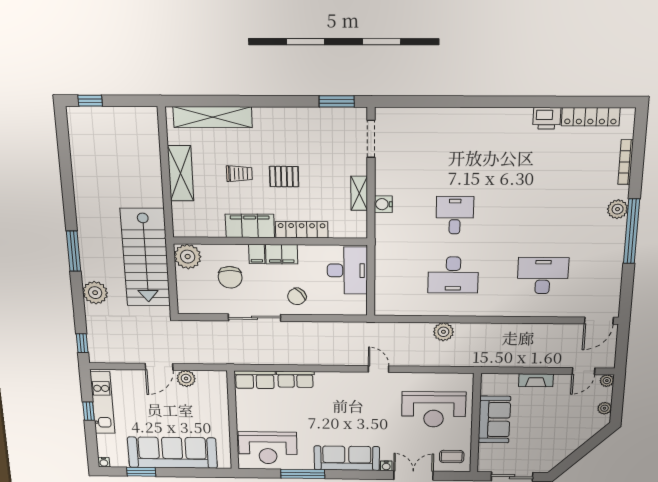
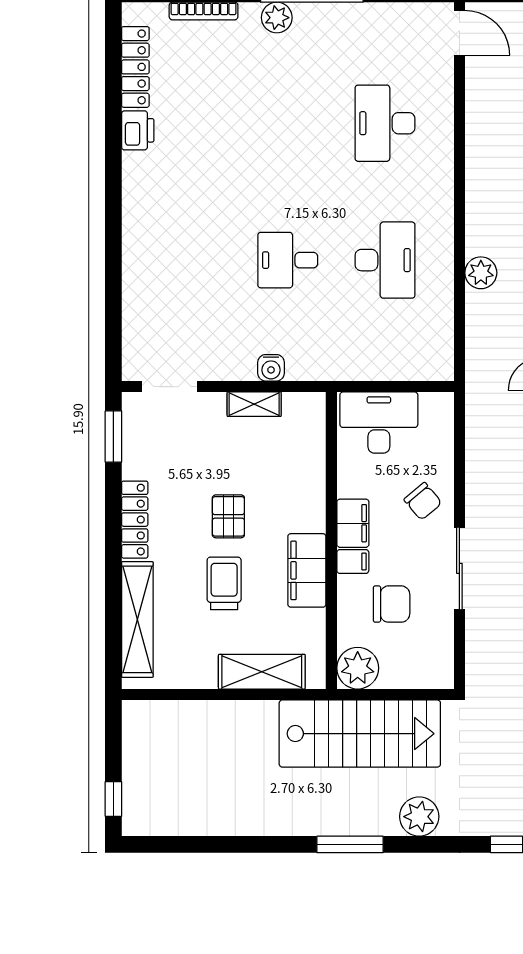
shelving: (181, 173) -> (262, 672), moved
trolley: (239, 174) -> (224, 583), width x1.36, depth x1.39
locker: (302, 230) -> (135, 520), moved, turned 180

